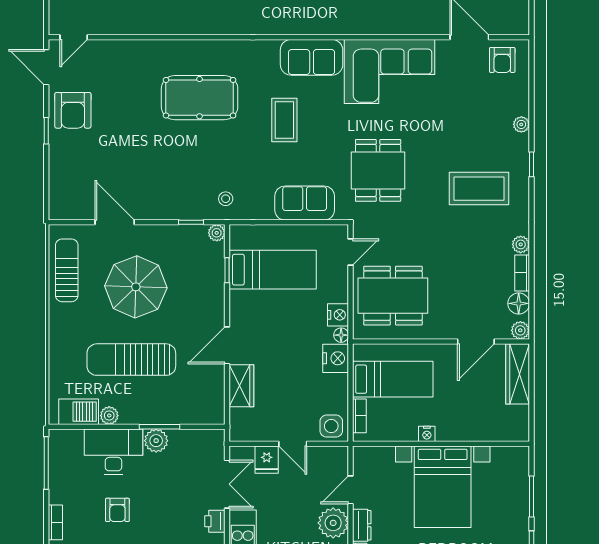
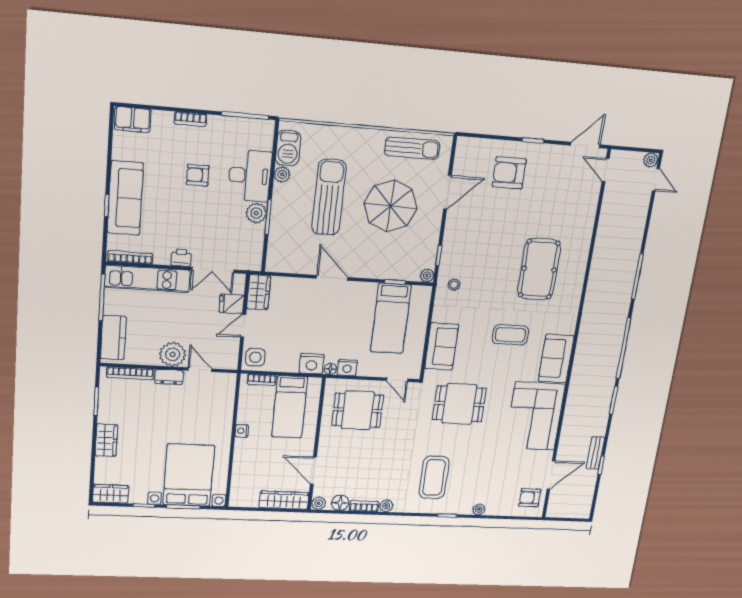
armchair: (73, 110) -> (509, 173), moved
dining table: (393, 296) -> (358, 410), width x0.73
wardrobe: (241, 386) -> (259, 292), moved, turned -90
bed with nightstands: (443, 487) -> (189, 475), moved, turned 90

